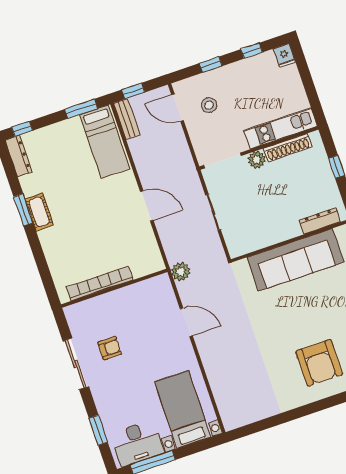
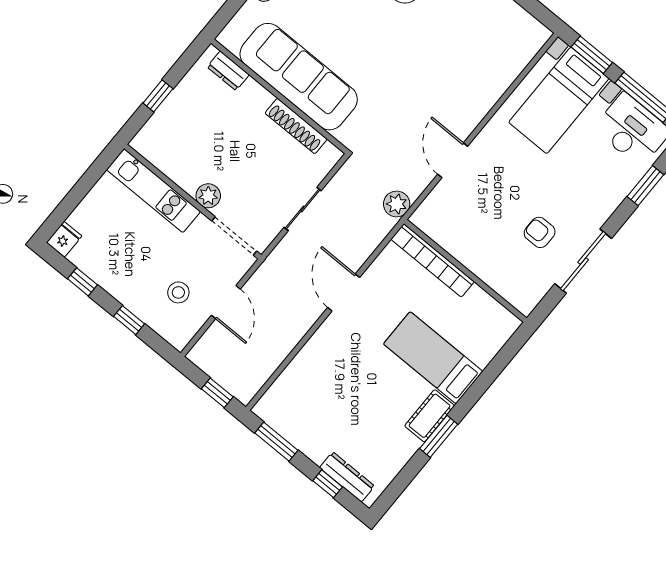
door: (177, 108) -> (226, 302), moved
bench: (127, 119) -> (255, 380), removed
window: (22, 129) -> (328, 484), moved
bed: (105, 142) -> (433, 358), moved, turned -90
shoe rack: (288, 148) -> (296, 126), moved, turned 180
dresser: (18, 156) -> (347, 477), moved, turned 90
dresser: (320, 221) -> (228, 71), width x0.70
bookcase: (100, 283) -> (432, 260), moved
window: (198, 447) -> (592, 55), added

